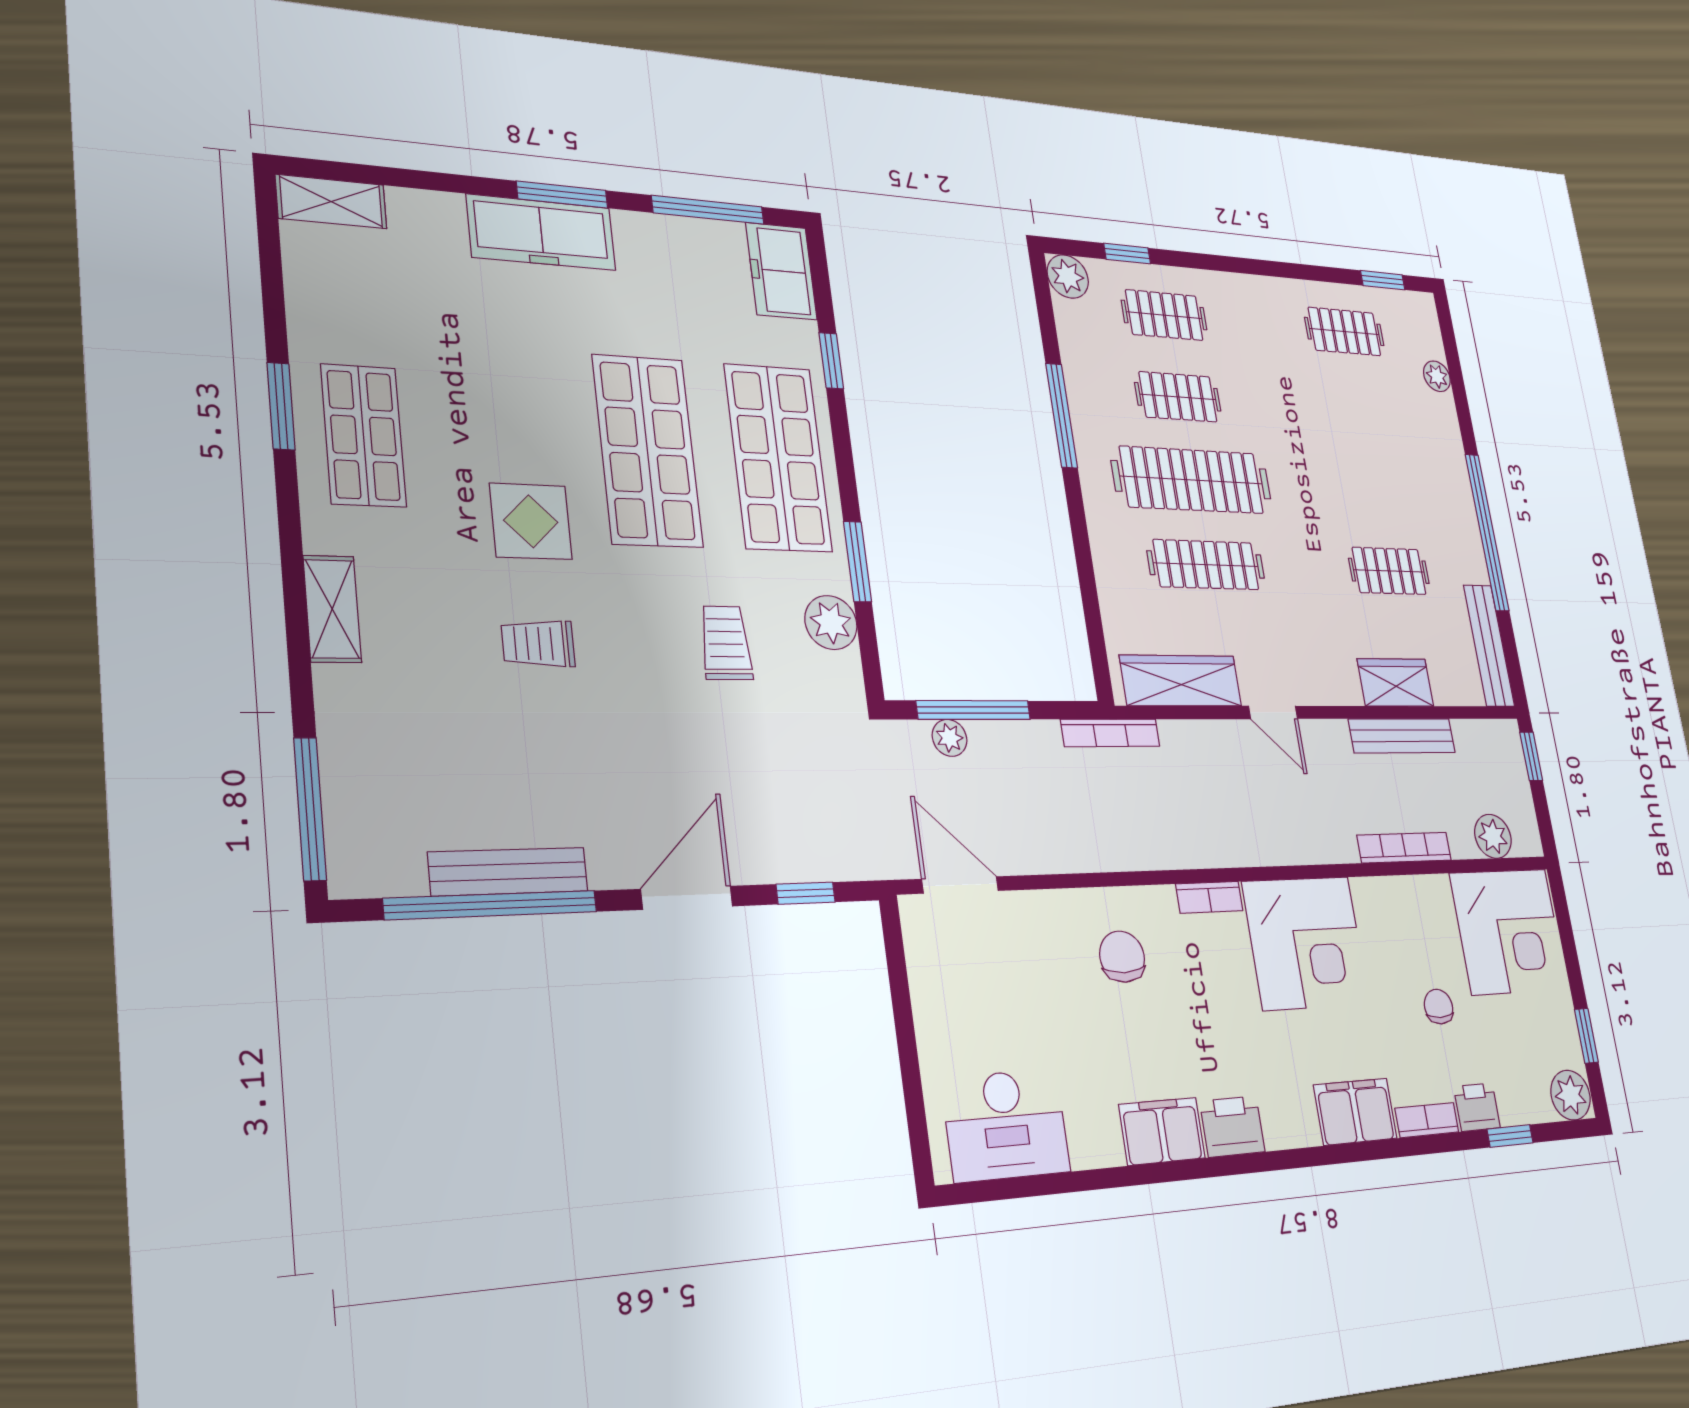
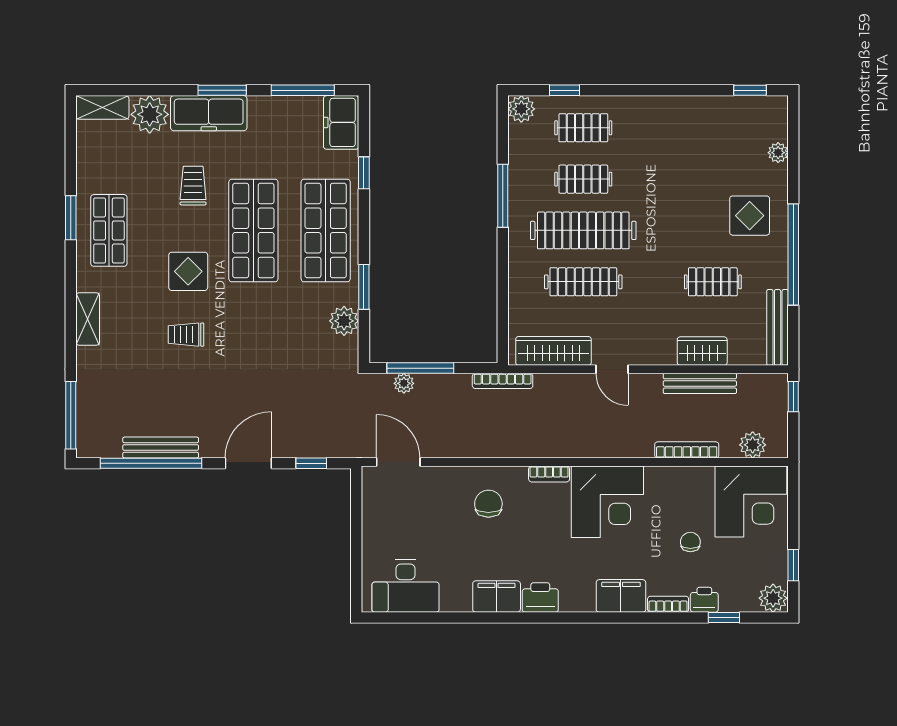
plant: (428, 224) -> (150, 114), added
clothes rail: (1344, 331) -> (713, 128), removed
display table: (1419, 469) -> (750, 216), added
trolley: (726, 643) -> (193, 186), moved

